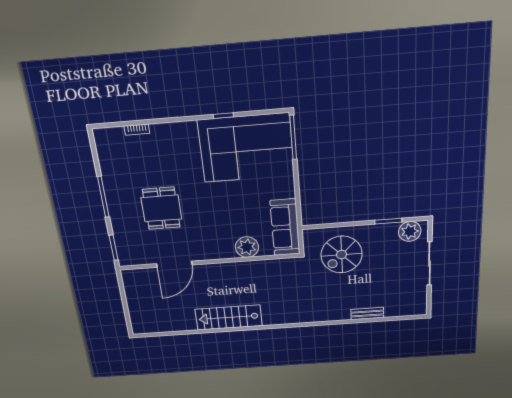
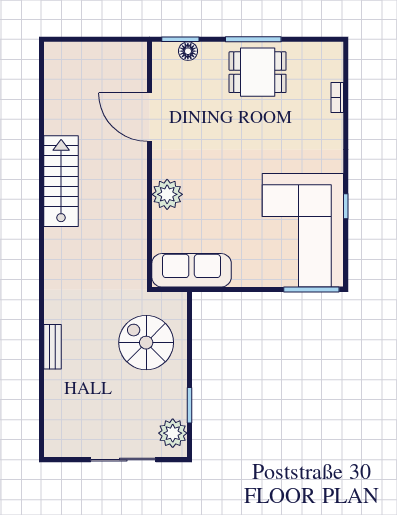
dining table: (161, 208) -> (258, 72), moved
floor lamp: (121, 242) -> (188, 51), added
plant: (247, 247) -> (167, 194), moved
bench: (367, 314) -> (52, 347), moved

